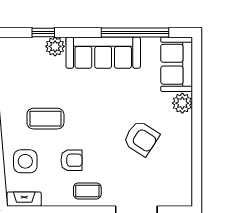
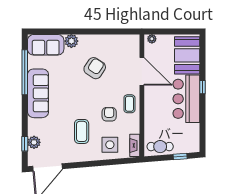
window: (43, 32) -> (25, 144), moved
plant: (55, 46) -> (34, 142), moved

